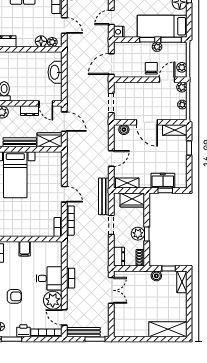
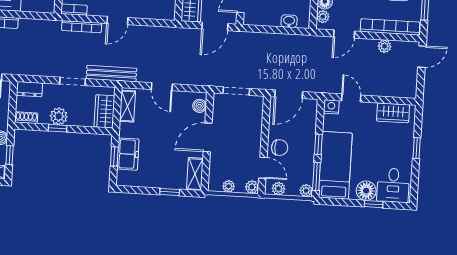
plant: (157, 47) -> (306, 191), moved
door: (111, 64) -> (289, 94), swing flipped
washbasin: (55, 72) -> (289, 21), width x0.52, depth x0.69

